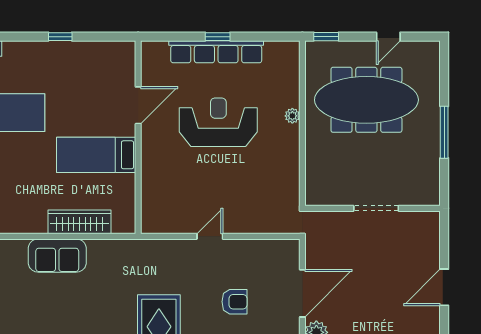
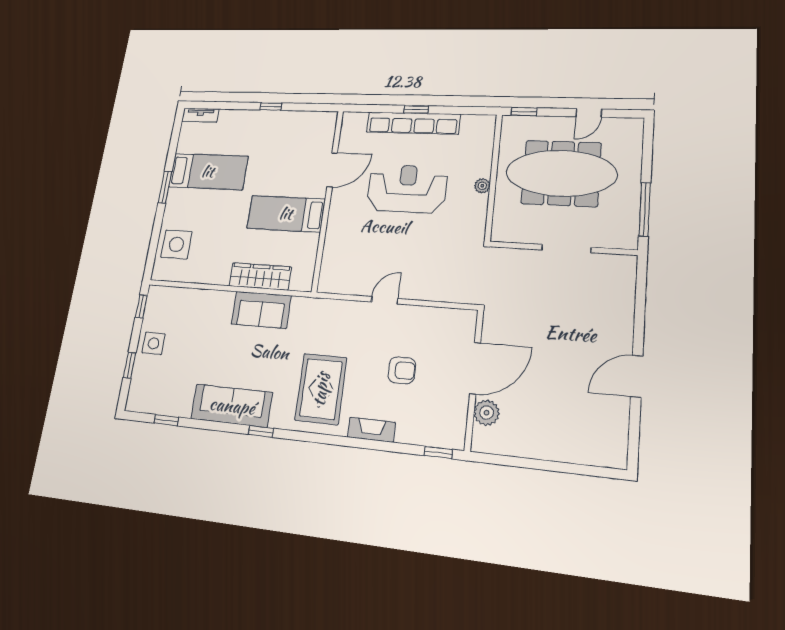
wall: (372, 208) -> (562, 248), moved
doorway: (376, 208) -> (566, 249), moved
sofa: (57, 256) -> (261, 310), moved

